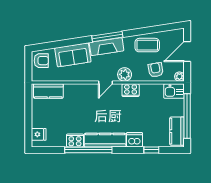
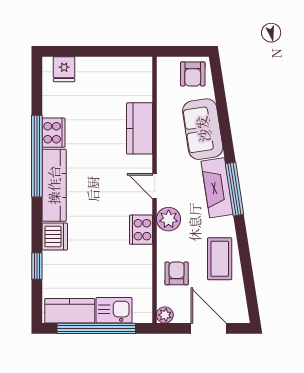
armchair: (156, 70) -> (177, 273), turned -80
kitchen counter: (48, 91) -> (140, 128), moved
kitchen sink: (174, 91) -> (114, 310), moved, turned 90

